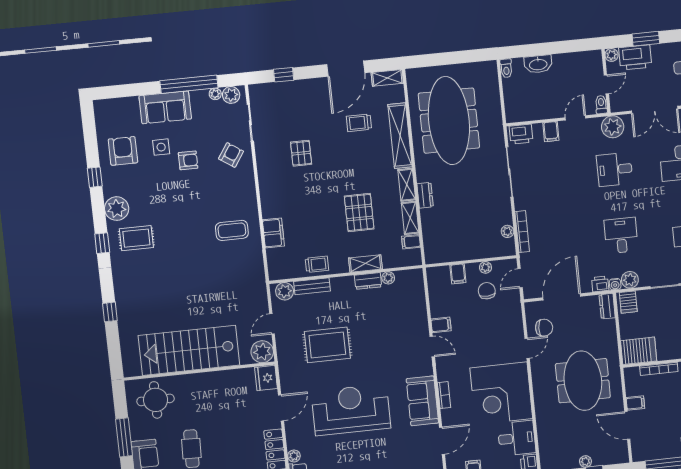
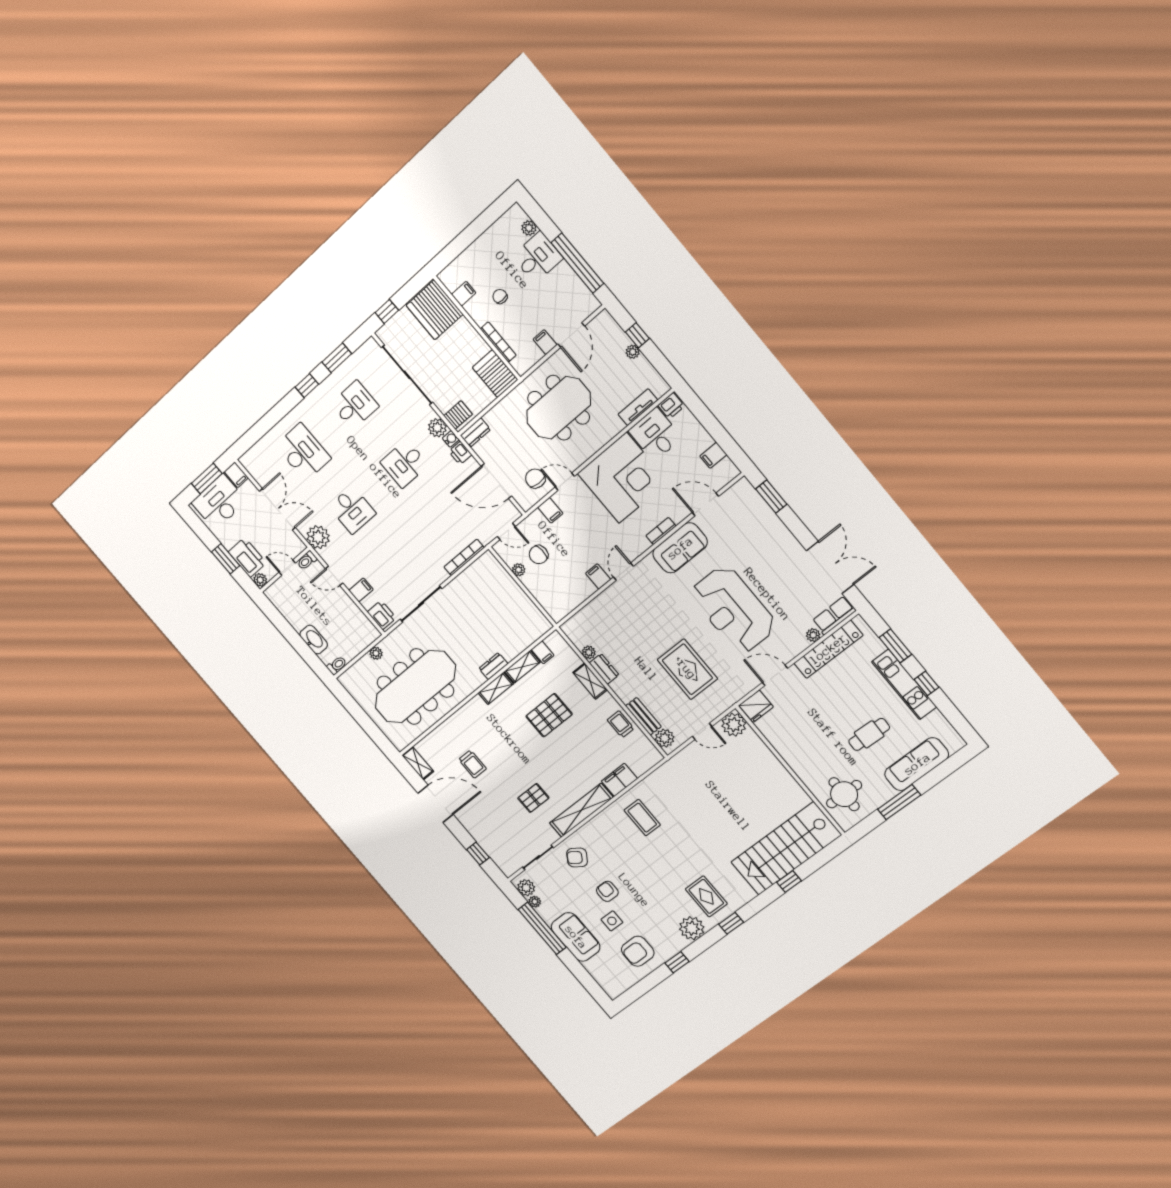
shelving: (400, 136) -> (581, 810), moved
plant: (508, 231) -> (376, 653), moved
filing cabinet: (458, 274) -> (550, 510), moved, turned 90
stairs: (189, 350) -> (786, 848), moved, turned 90
tv unit: (544, 439) -> (638, 407), added

